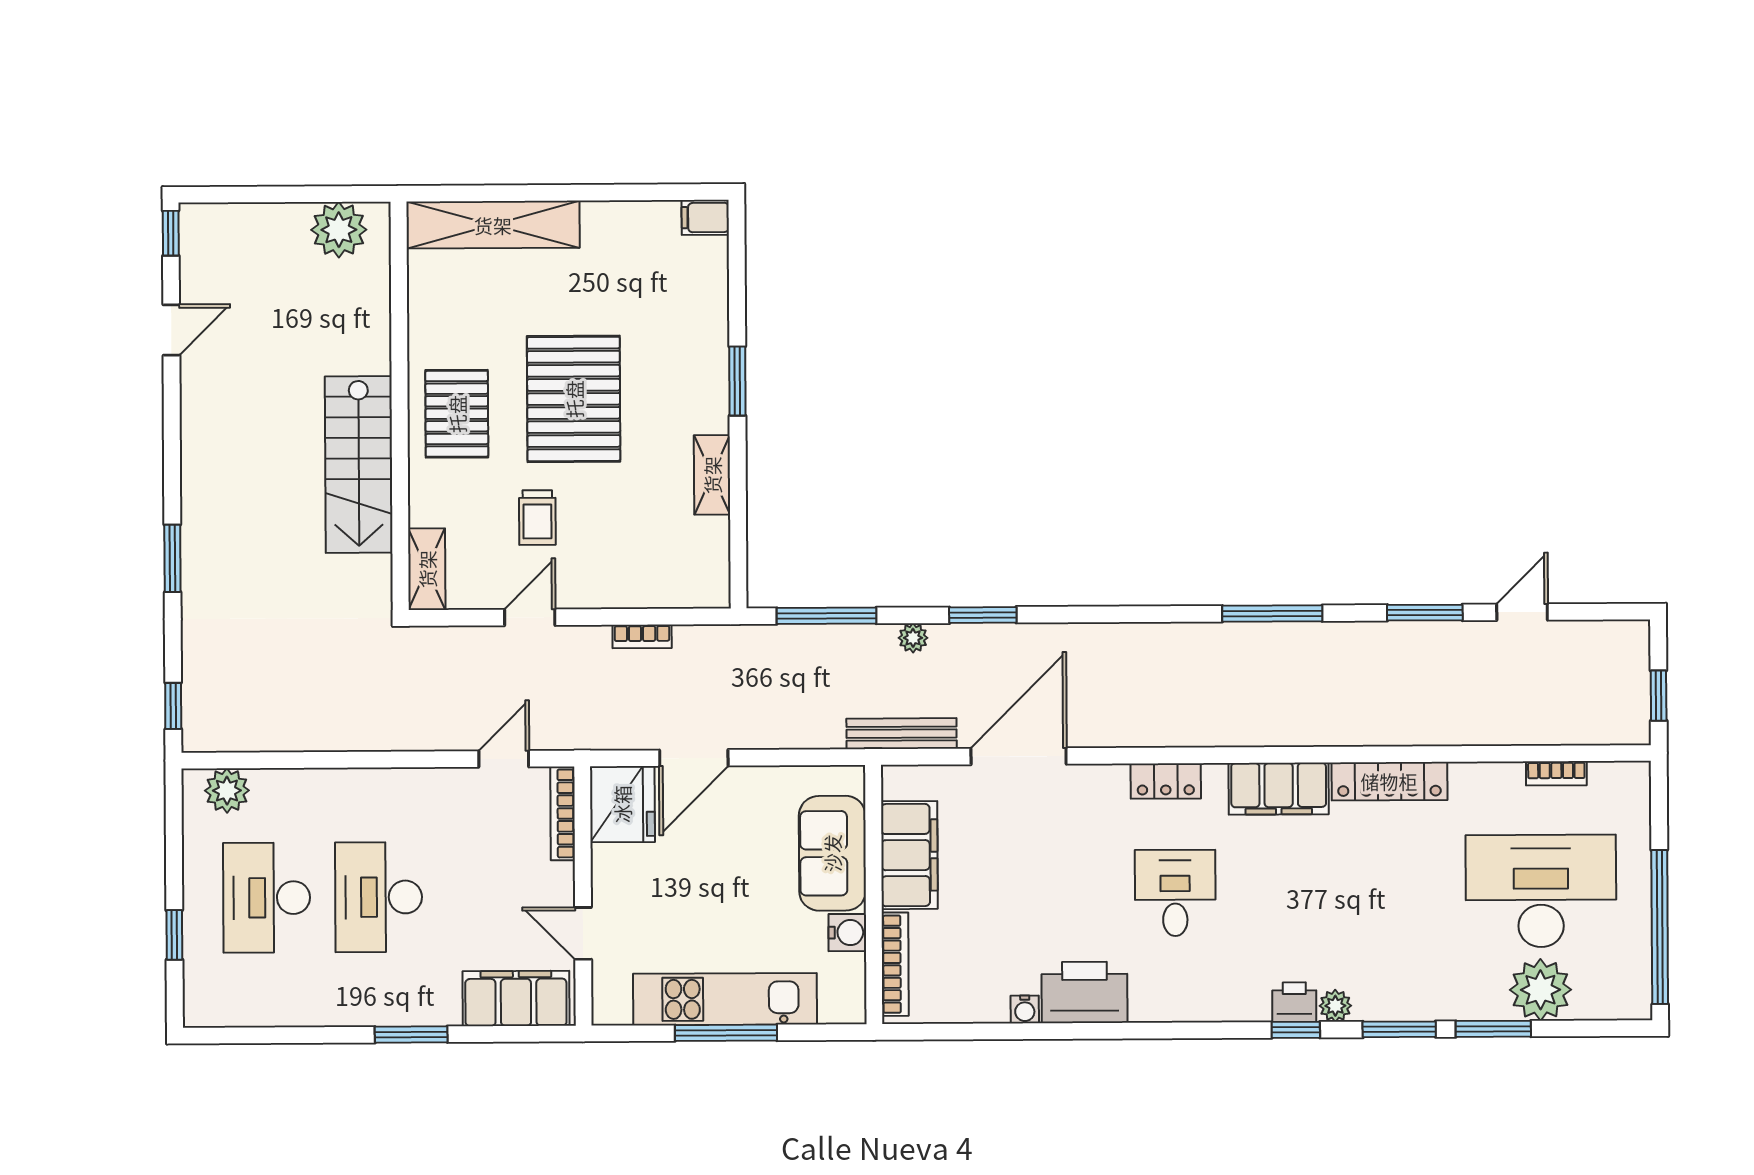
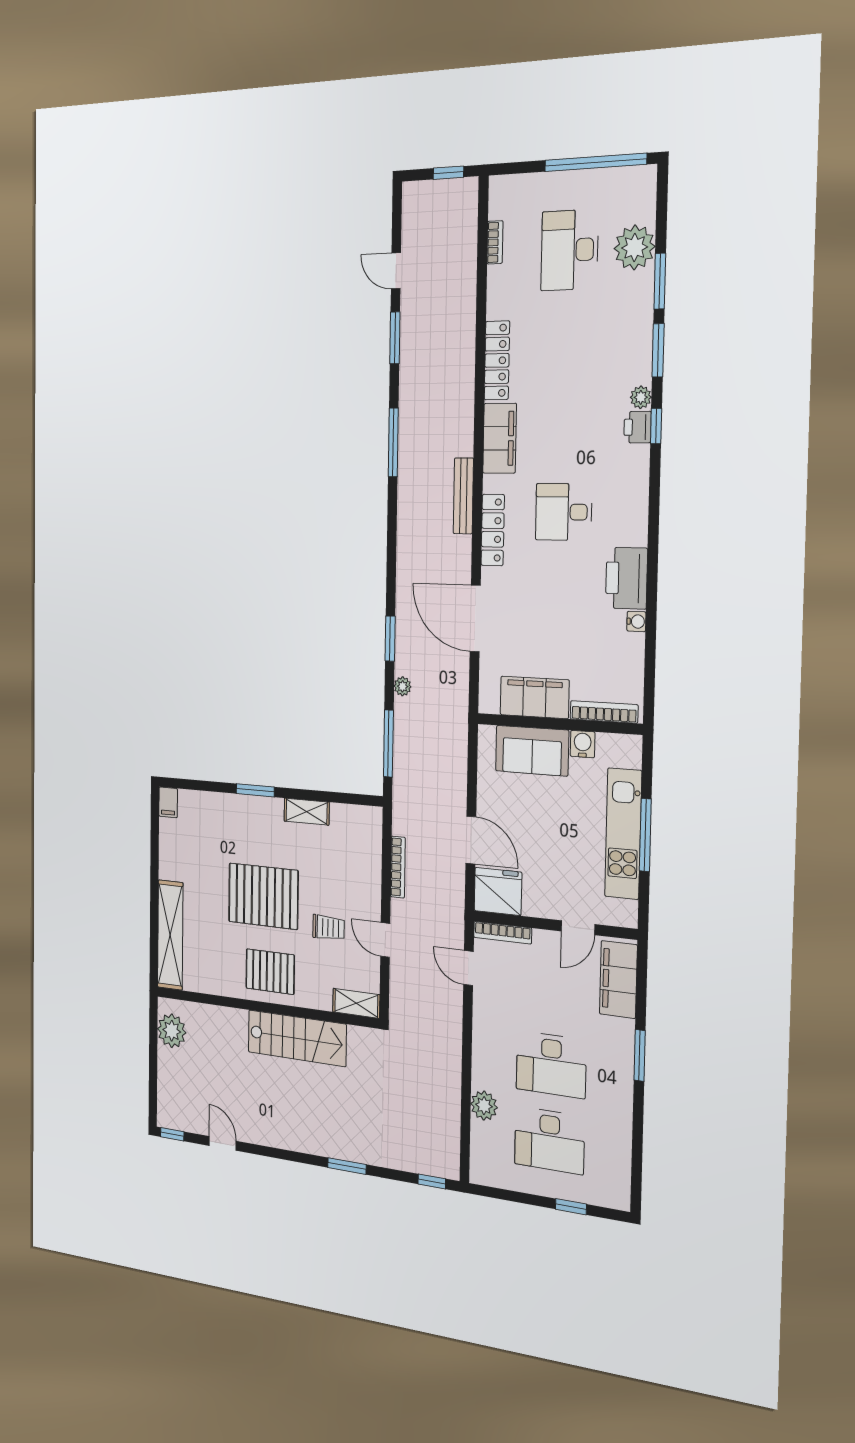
bookcase: (642, 636) -> (398, 867), width x1.56
bench: (902, 734) -> (463, 496), moved
locker: (1166, 781) -> (493, 530), width x1.53
plant: (227, 791) -> (484, 1106), moved
desk: (1541, 891) -> (570, 250), width x0.73, depth x0.77

